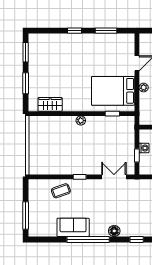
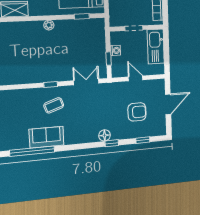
coffee table: (61, 191) -> (54, 105), moved
floor lamp: (114, 231) -> (105, 135), moved
window: (88, 239) -> (32, 151), moved

